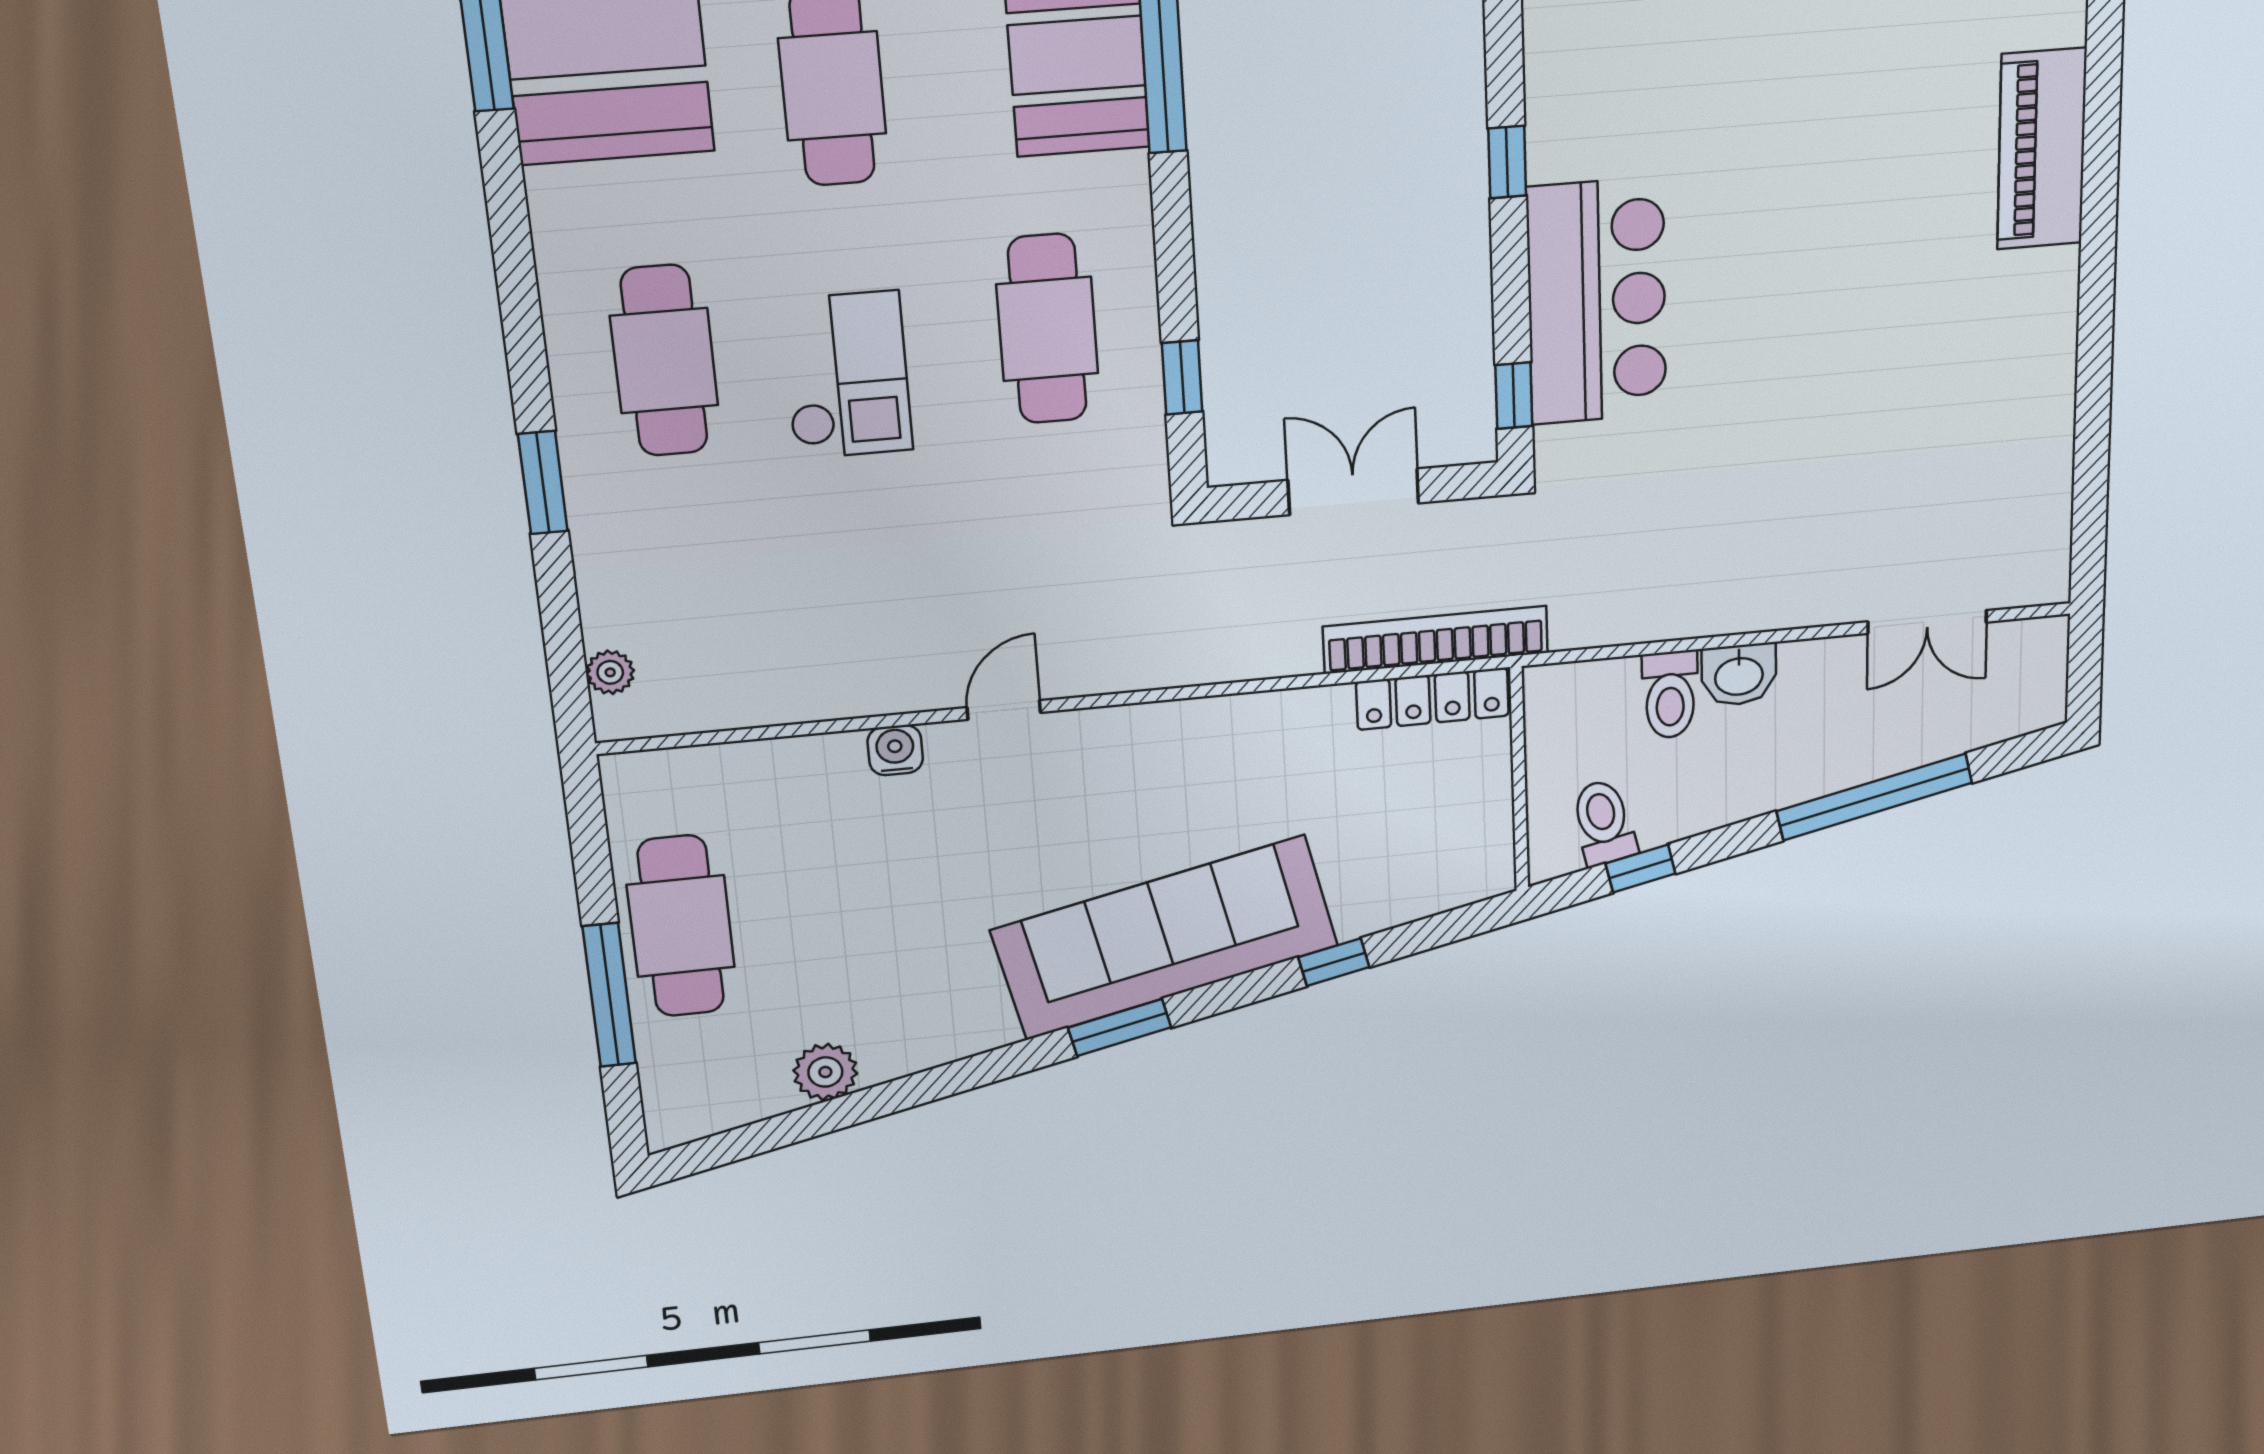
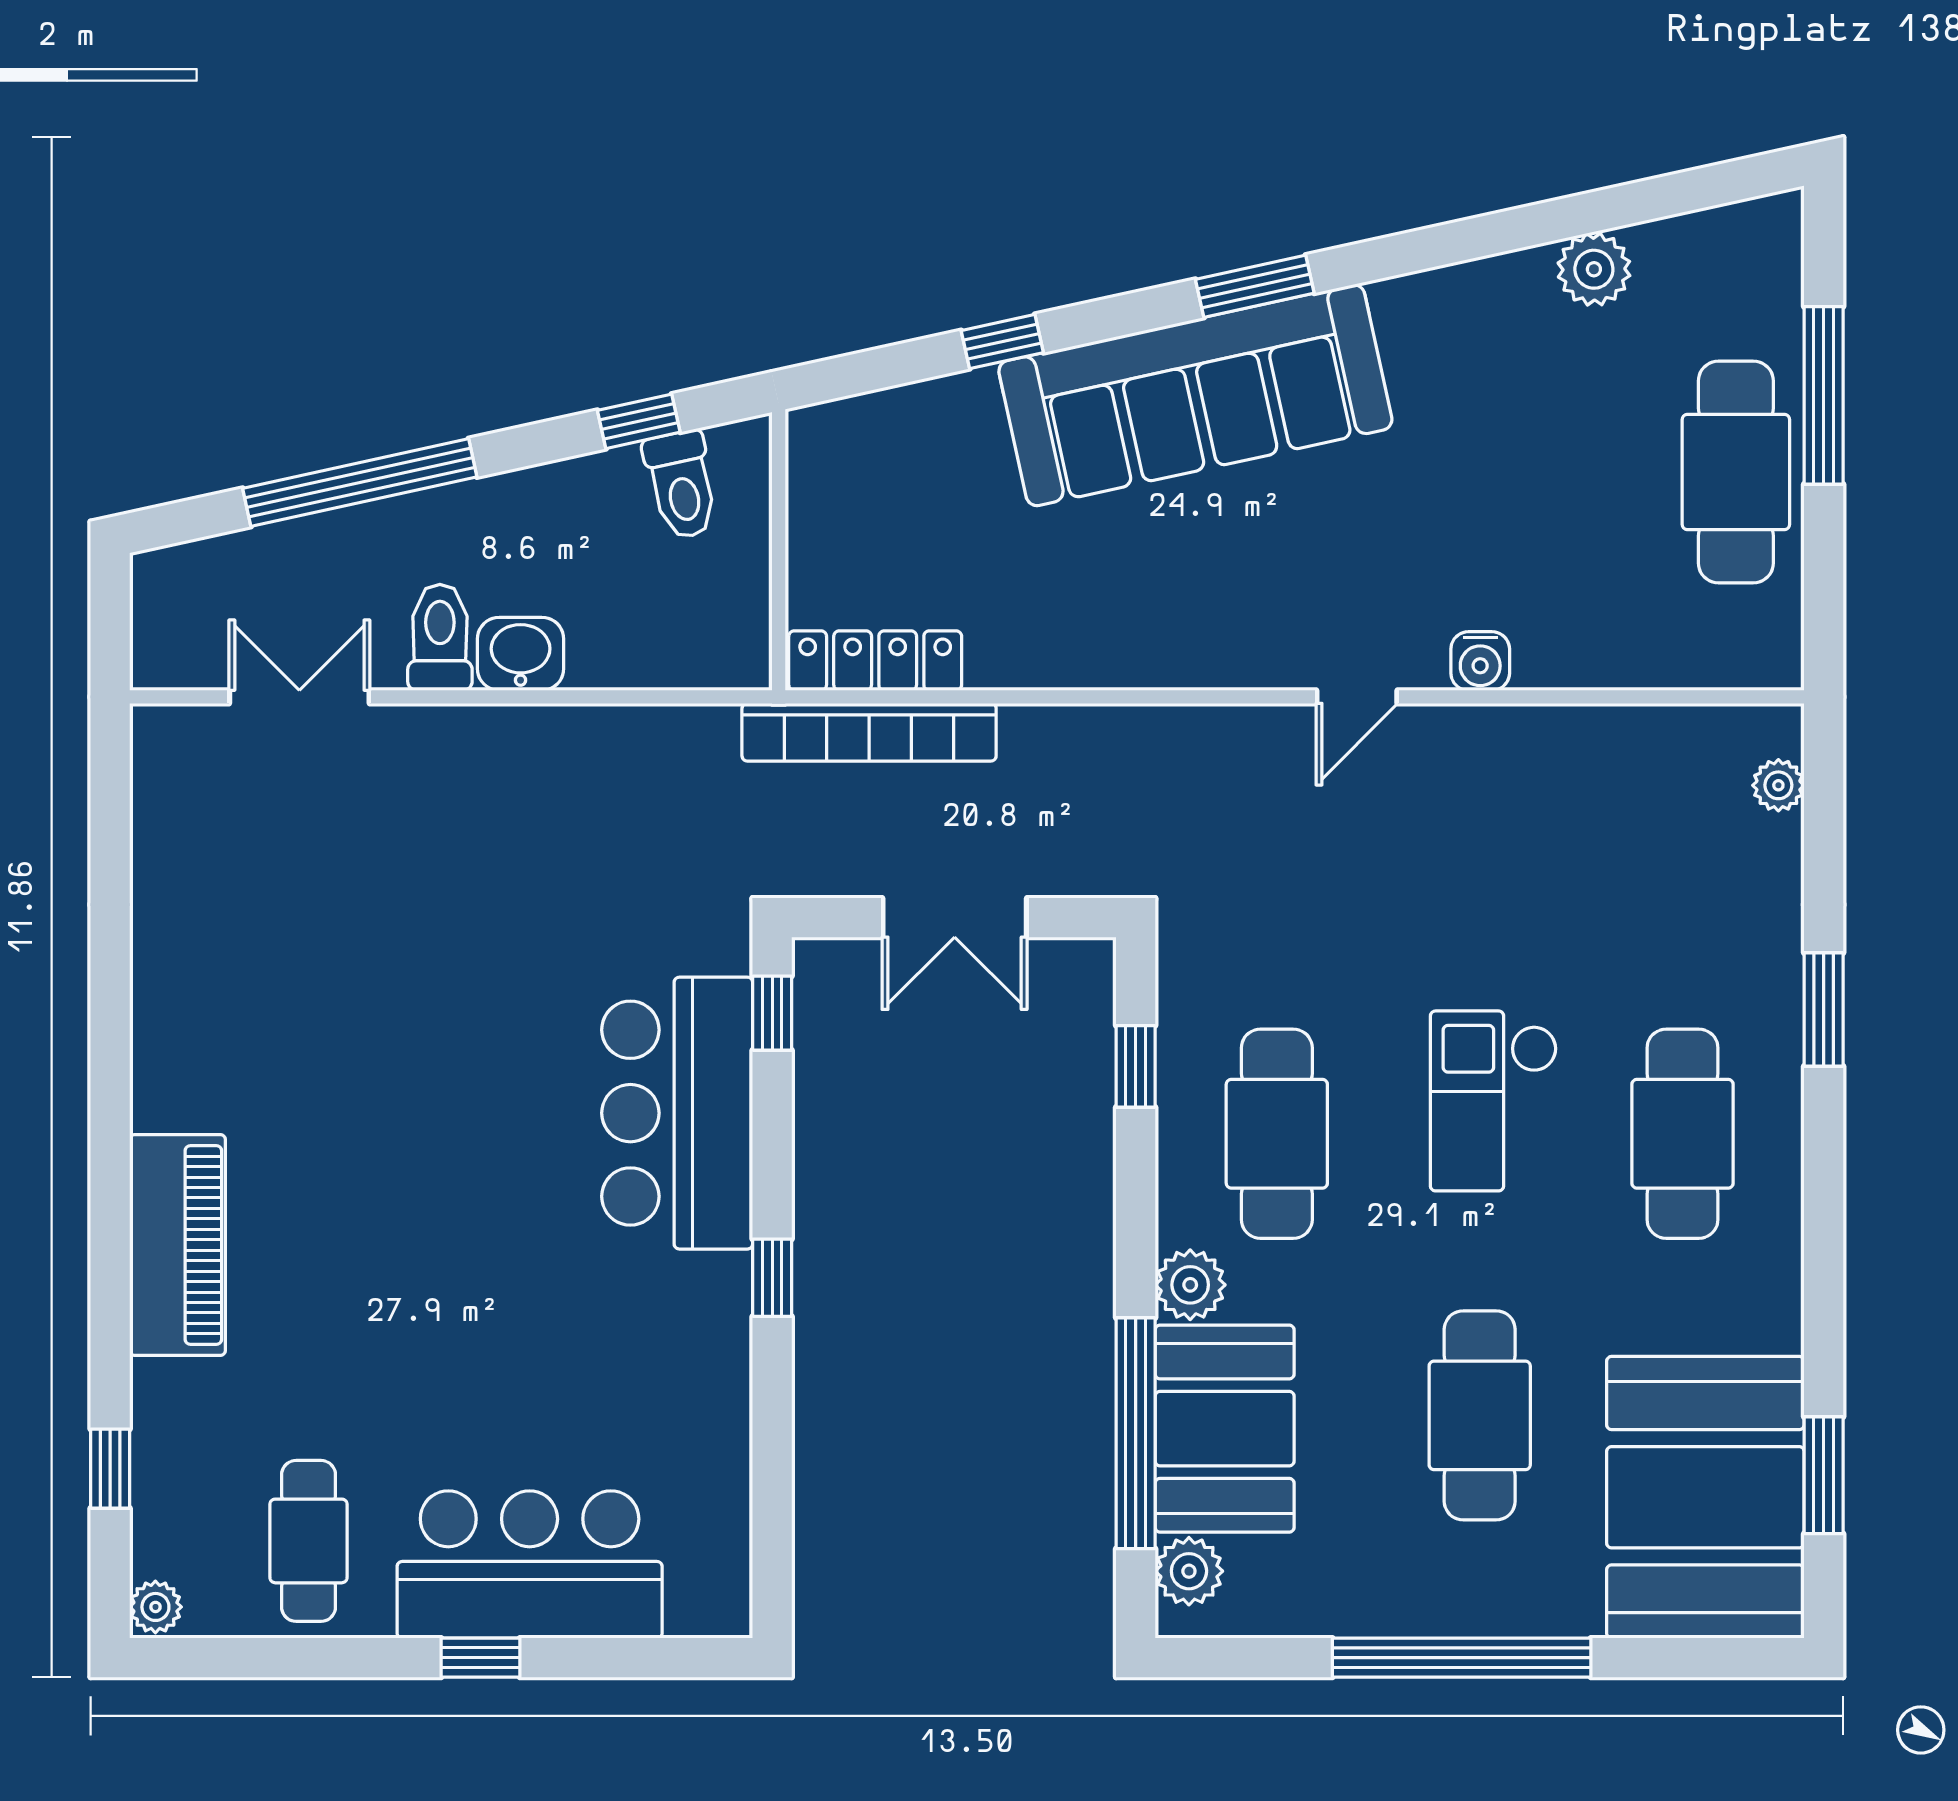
plant: (1119, 186) -> (1190, 1285), added
toilet: (1670, 695) -> (440, 637), moved

